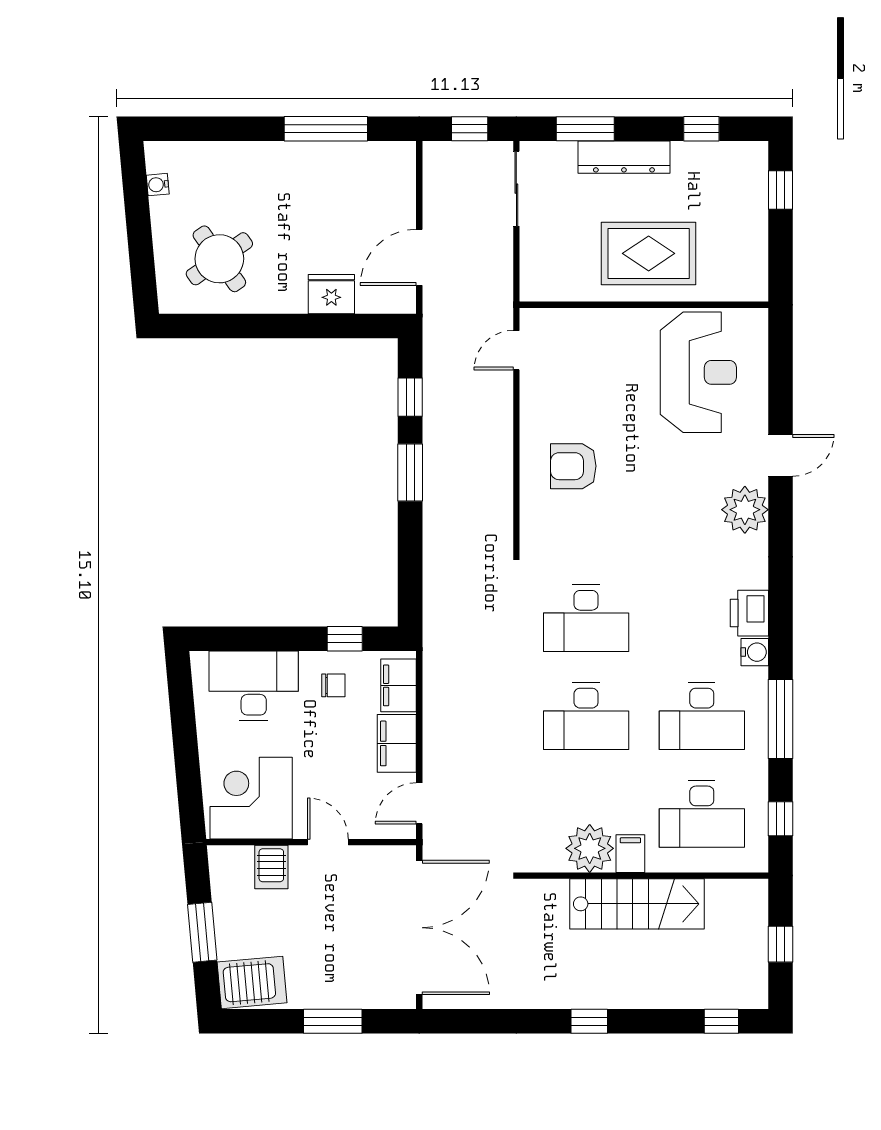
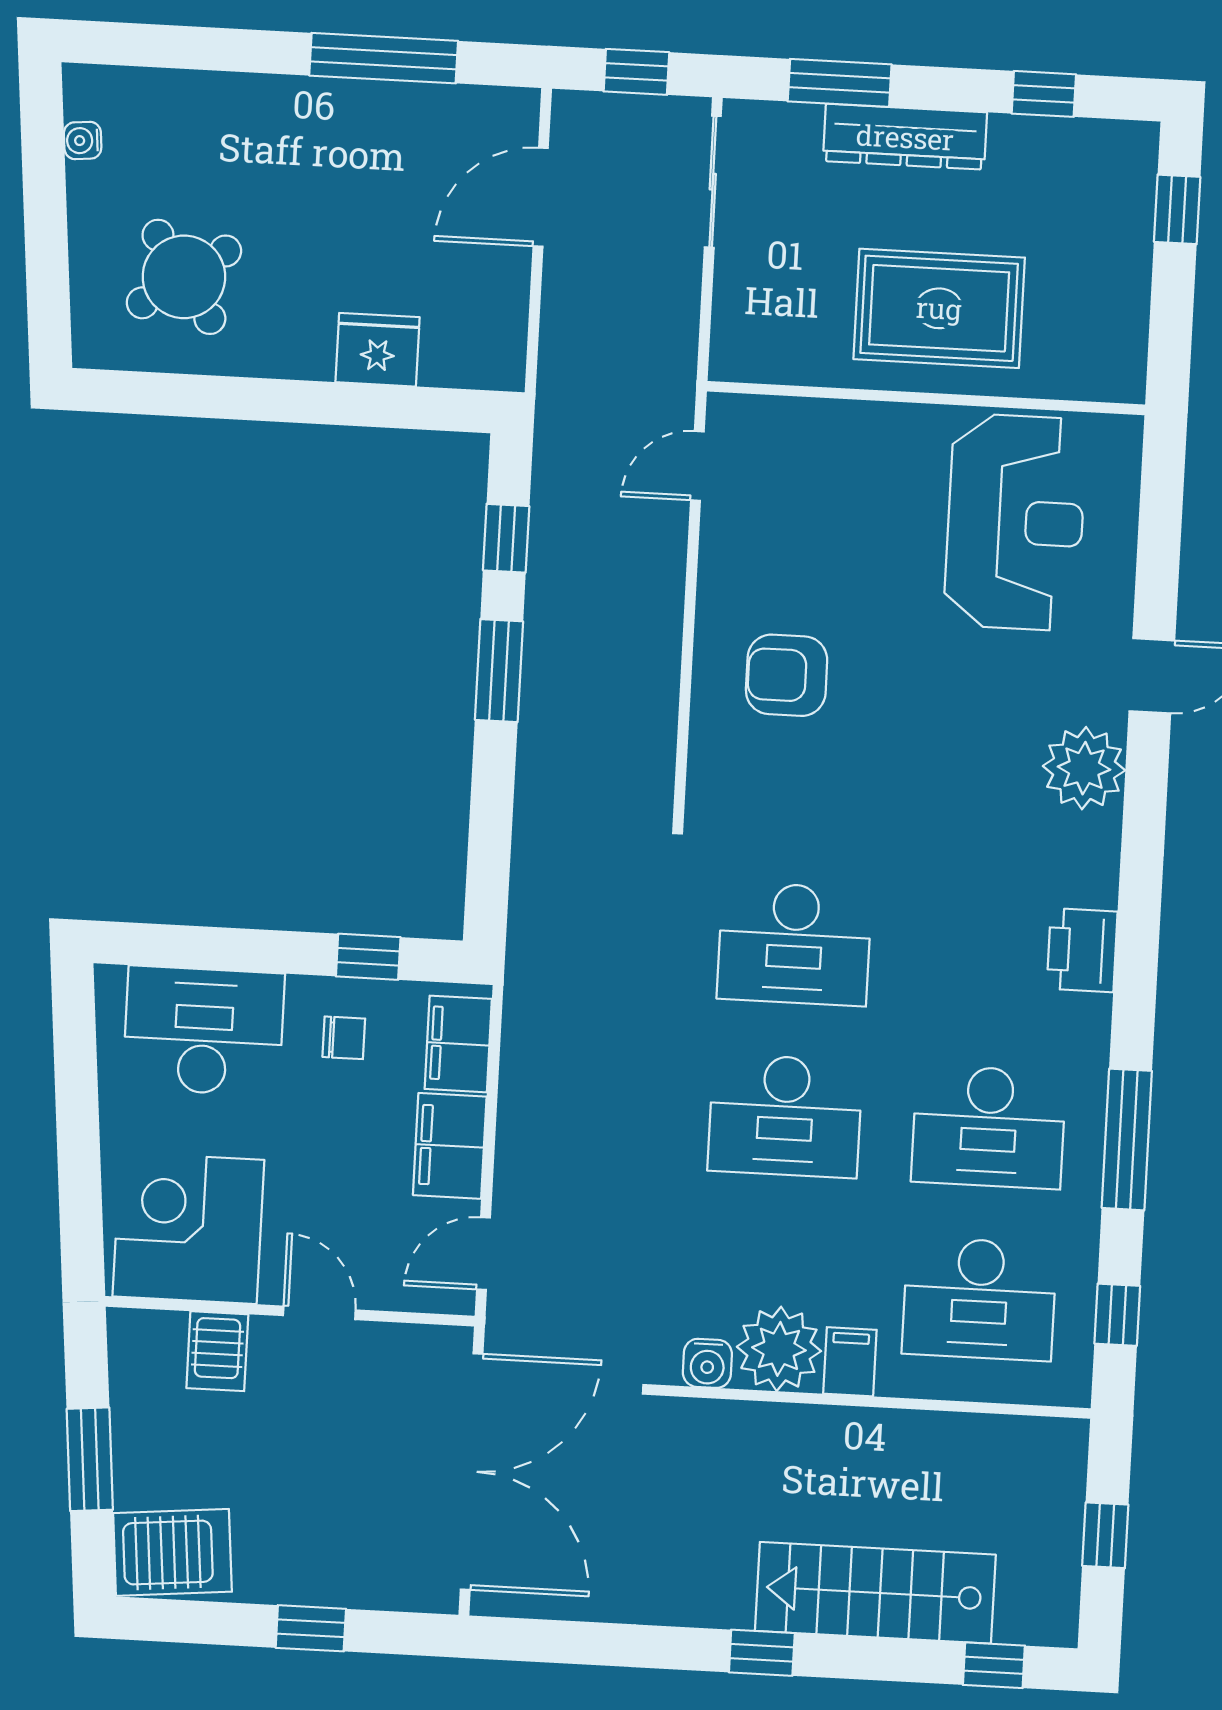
door: (419, 257) -> (541, 197), moved
water cooler: (755, 652) -> (707, 1363), moved, turned 90
stairs: (637, 904) -> (875, 1593), moved, turned 180
window: (333, 1021) -> (311, 1628), width x0.67

